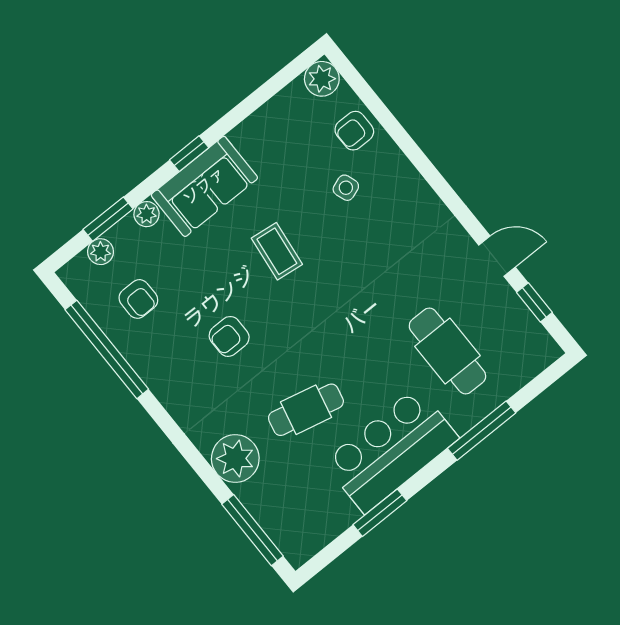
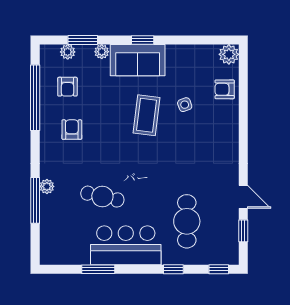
side table: (346, 188) -> (185, 105), moved
coffee table: (277, 251) -> (147, 115), width x1.36, depth x1.30
armchair: (229, 336) -> (72, 130), moved, turned 90
window: (543, 381) -> (219, 269), added
window: (482, 431) -> (173, 269), width x0.46
plant: (235, 459) -> (47, 186), width x0.53, depth x0.53
window: (253, 530) -> (35, 200), moved

